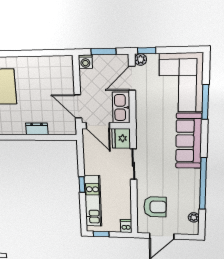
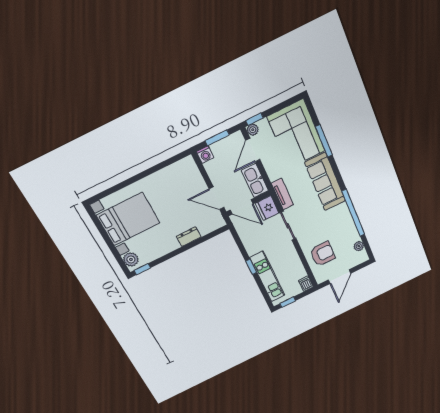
tv unit: (142, 132) -> (282, 194), added

